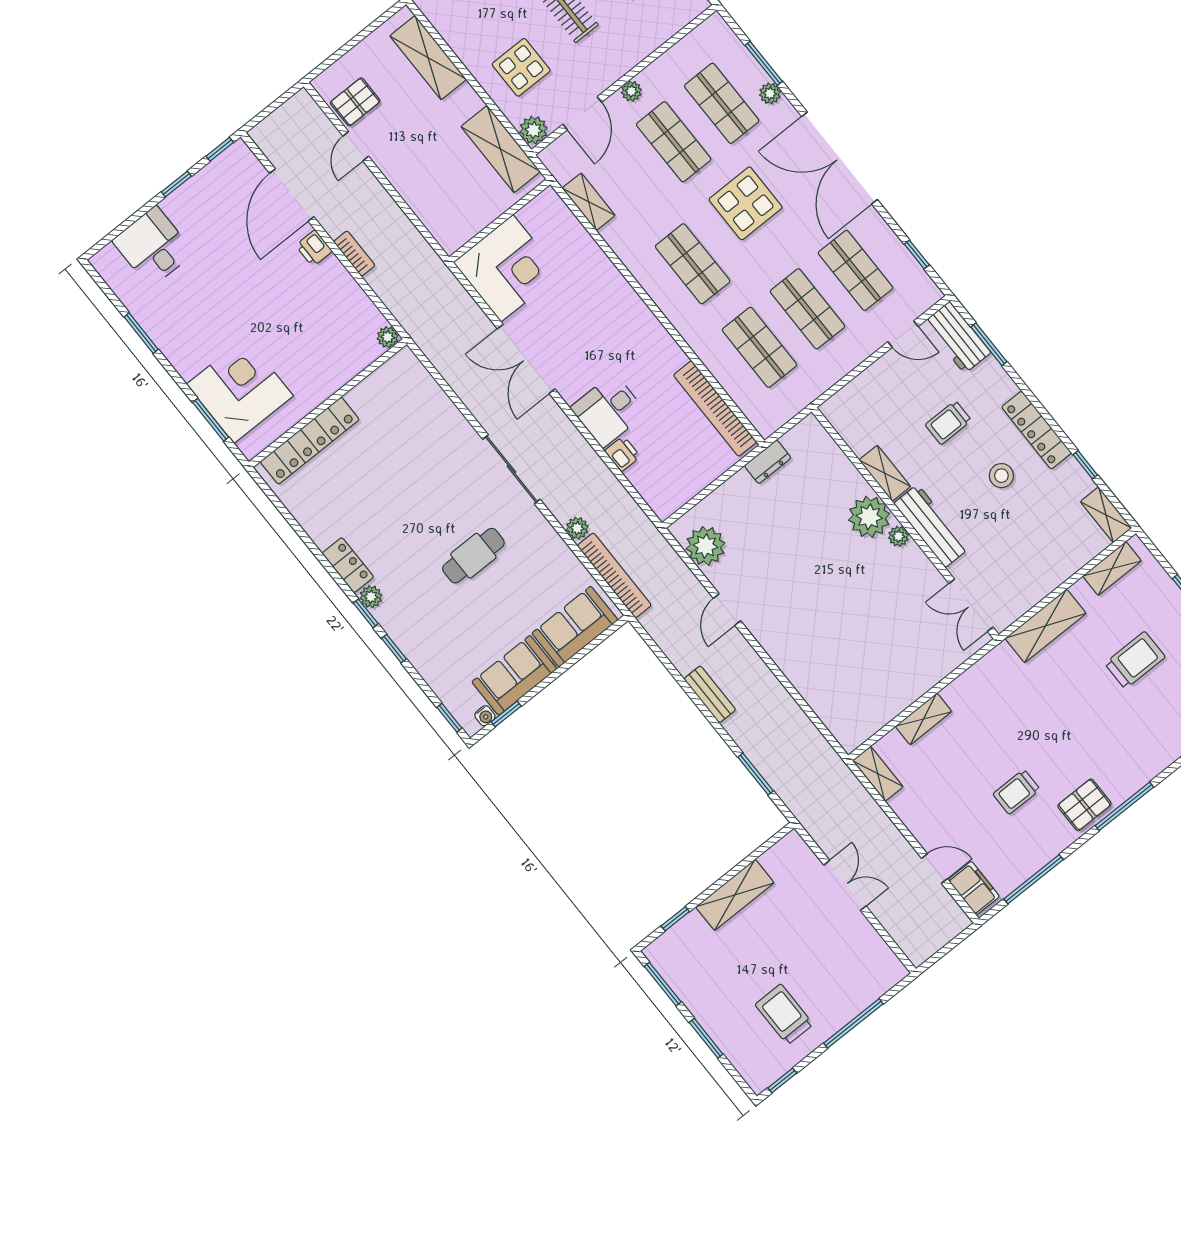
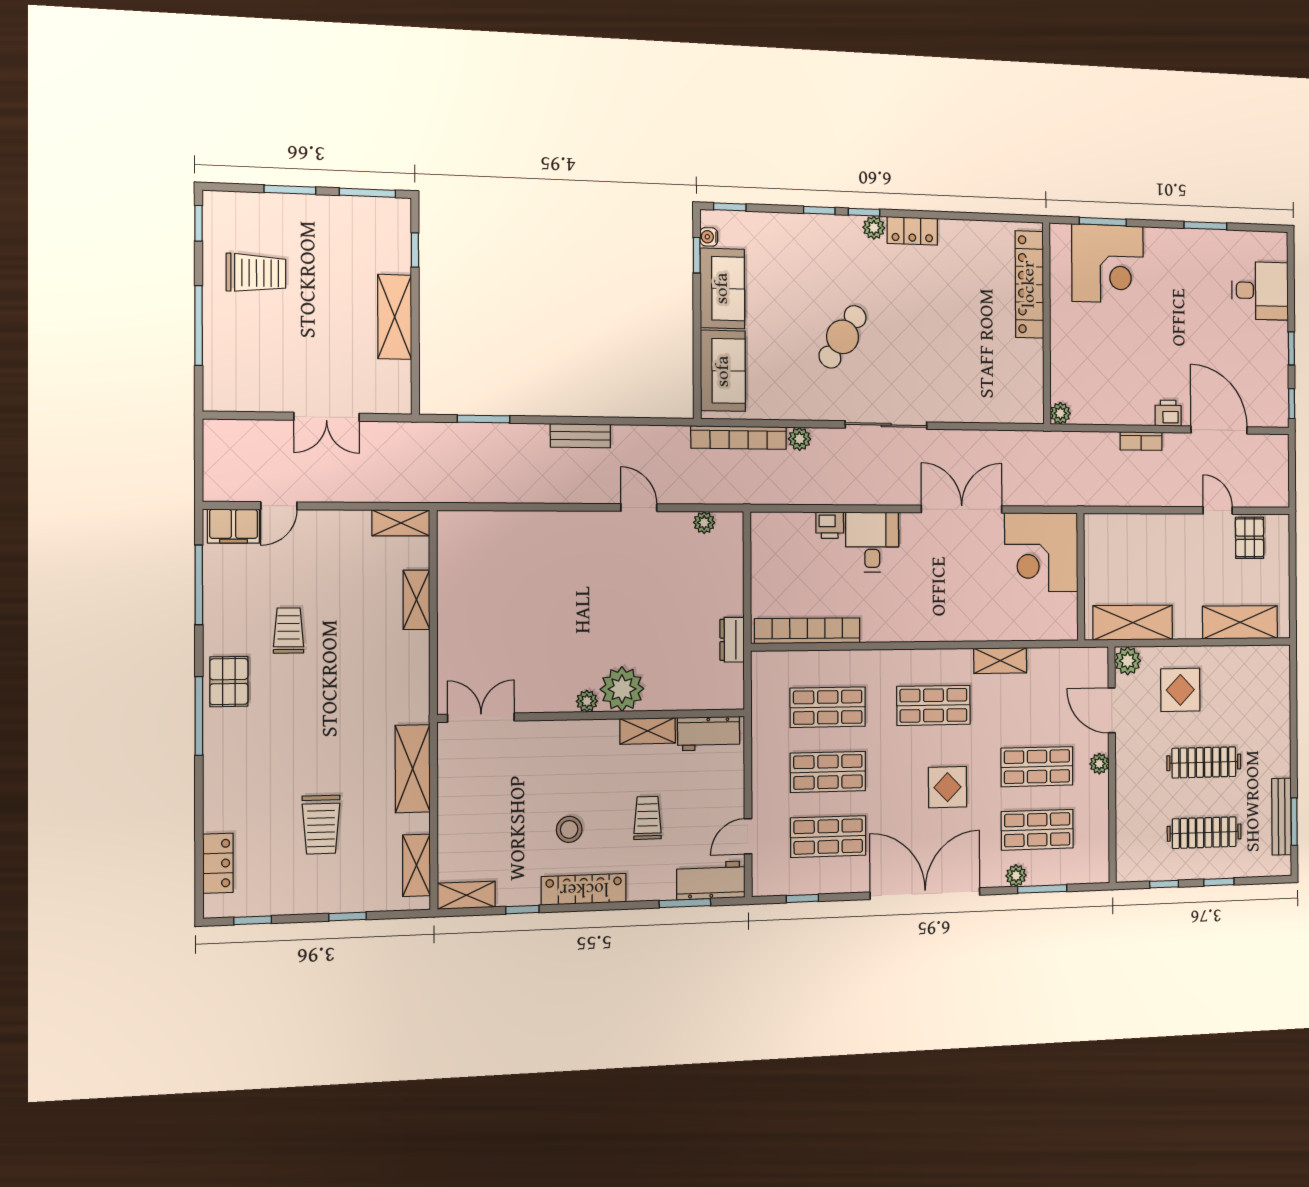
shelving: (589, 202) -> (1000, 661), moved
display table: (746, 203) -> (948, 787), width x0.73, depth x0.73
workbench: (931, 526) -> (709, 733), moved, width x0.73
plant: (706, 546) -> (704, 523), width x0.53, depth x0.53
cafe table: (473, 556) -> (843, 337), turned 33

